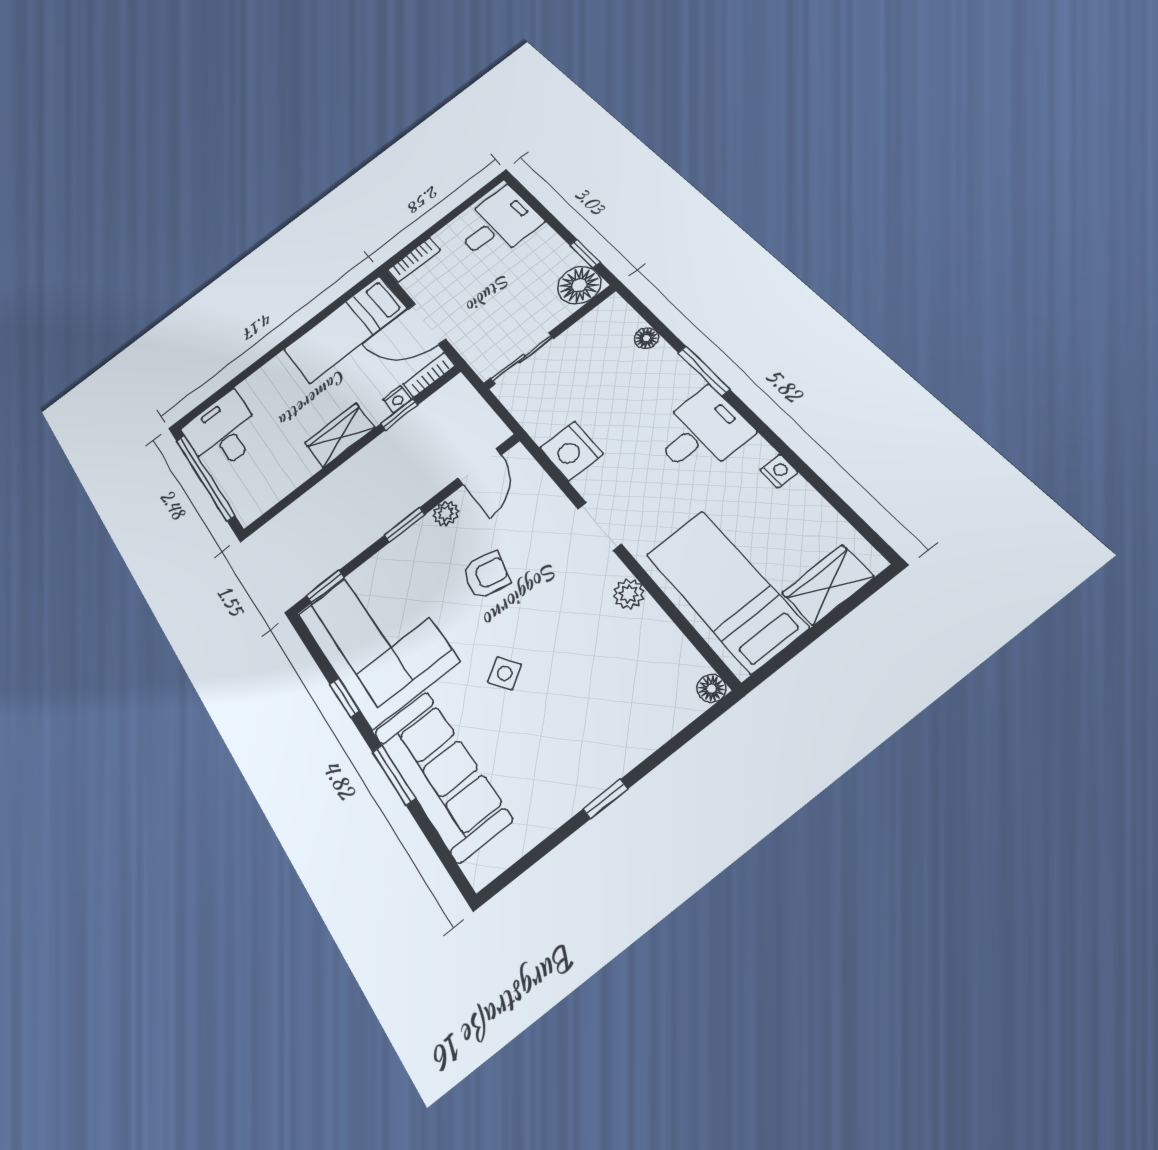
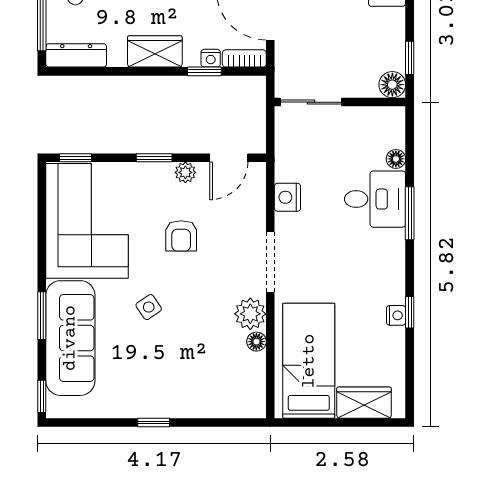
floor lamp: (579, 285) -> (392, 85), width x0.73, depth x0.73
desk: (702, 432) -> (375, 199), moved
nightstand: (571, 451) -> (287, 197), width x0.74, depth x0.75
window: (791, 457) -> (410, 312), added
dresser: (267, 497) -> (76, 55), added
doorway: (600, 526) -> (270, 262), width x1.38
armchair: (486, 575) -> (181, 236), turned 76
plant: (629, 594) -> (250, 314), width x1.38, depth x1.38
floor lamp: (712, 688) -> (256, 342), moved
window: (345, 698) -> (42, 396), moved

